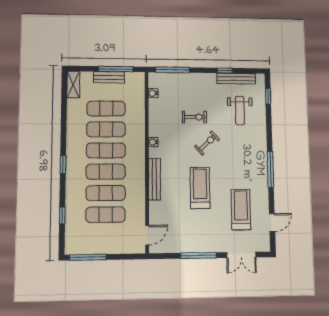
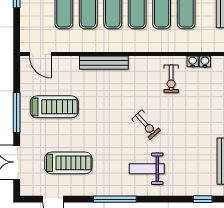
weight bench: (240, 110) -> (147, 169), moved
exercise bike: (194, 117) -> (171, 79), moved
water cooler: (153, 142) -> (193, 61), moved
treadmill: (200, 188) -> (54, 107), moved

